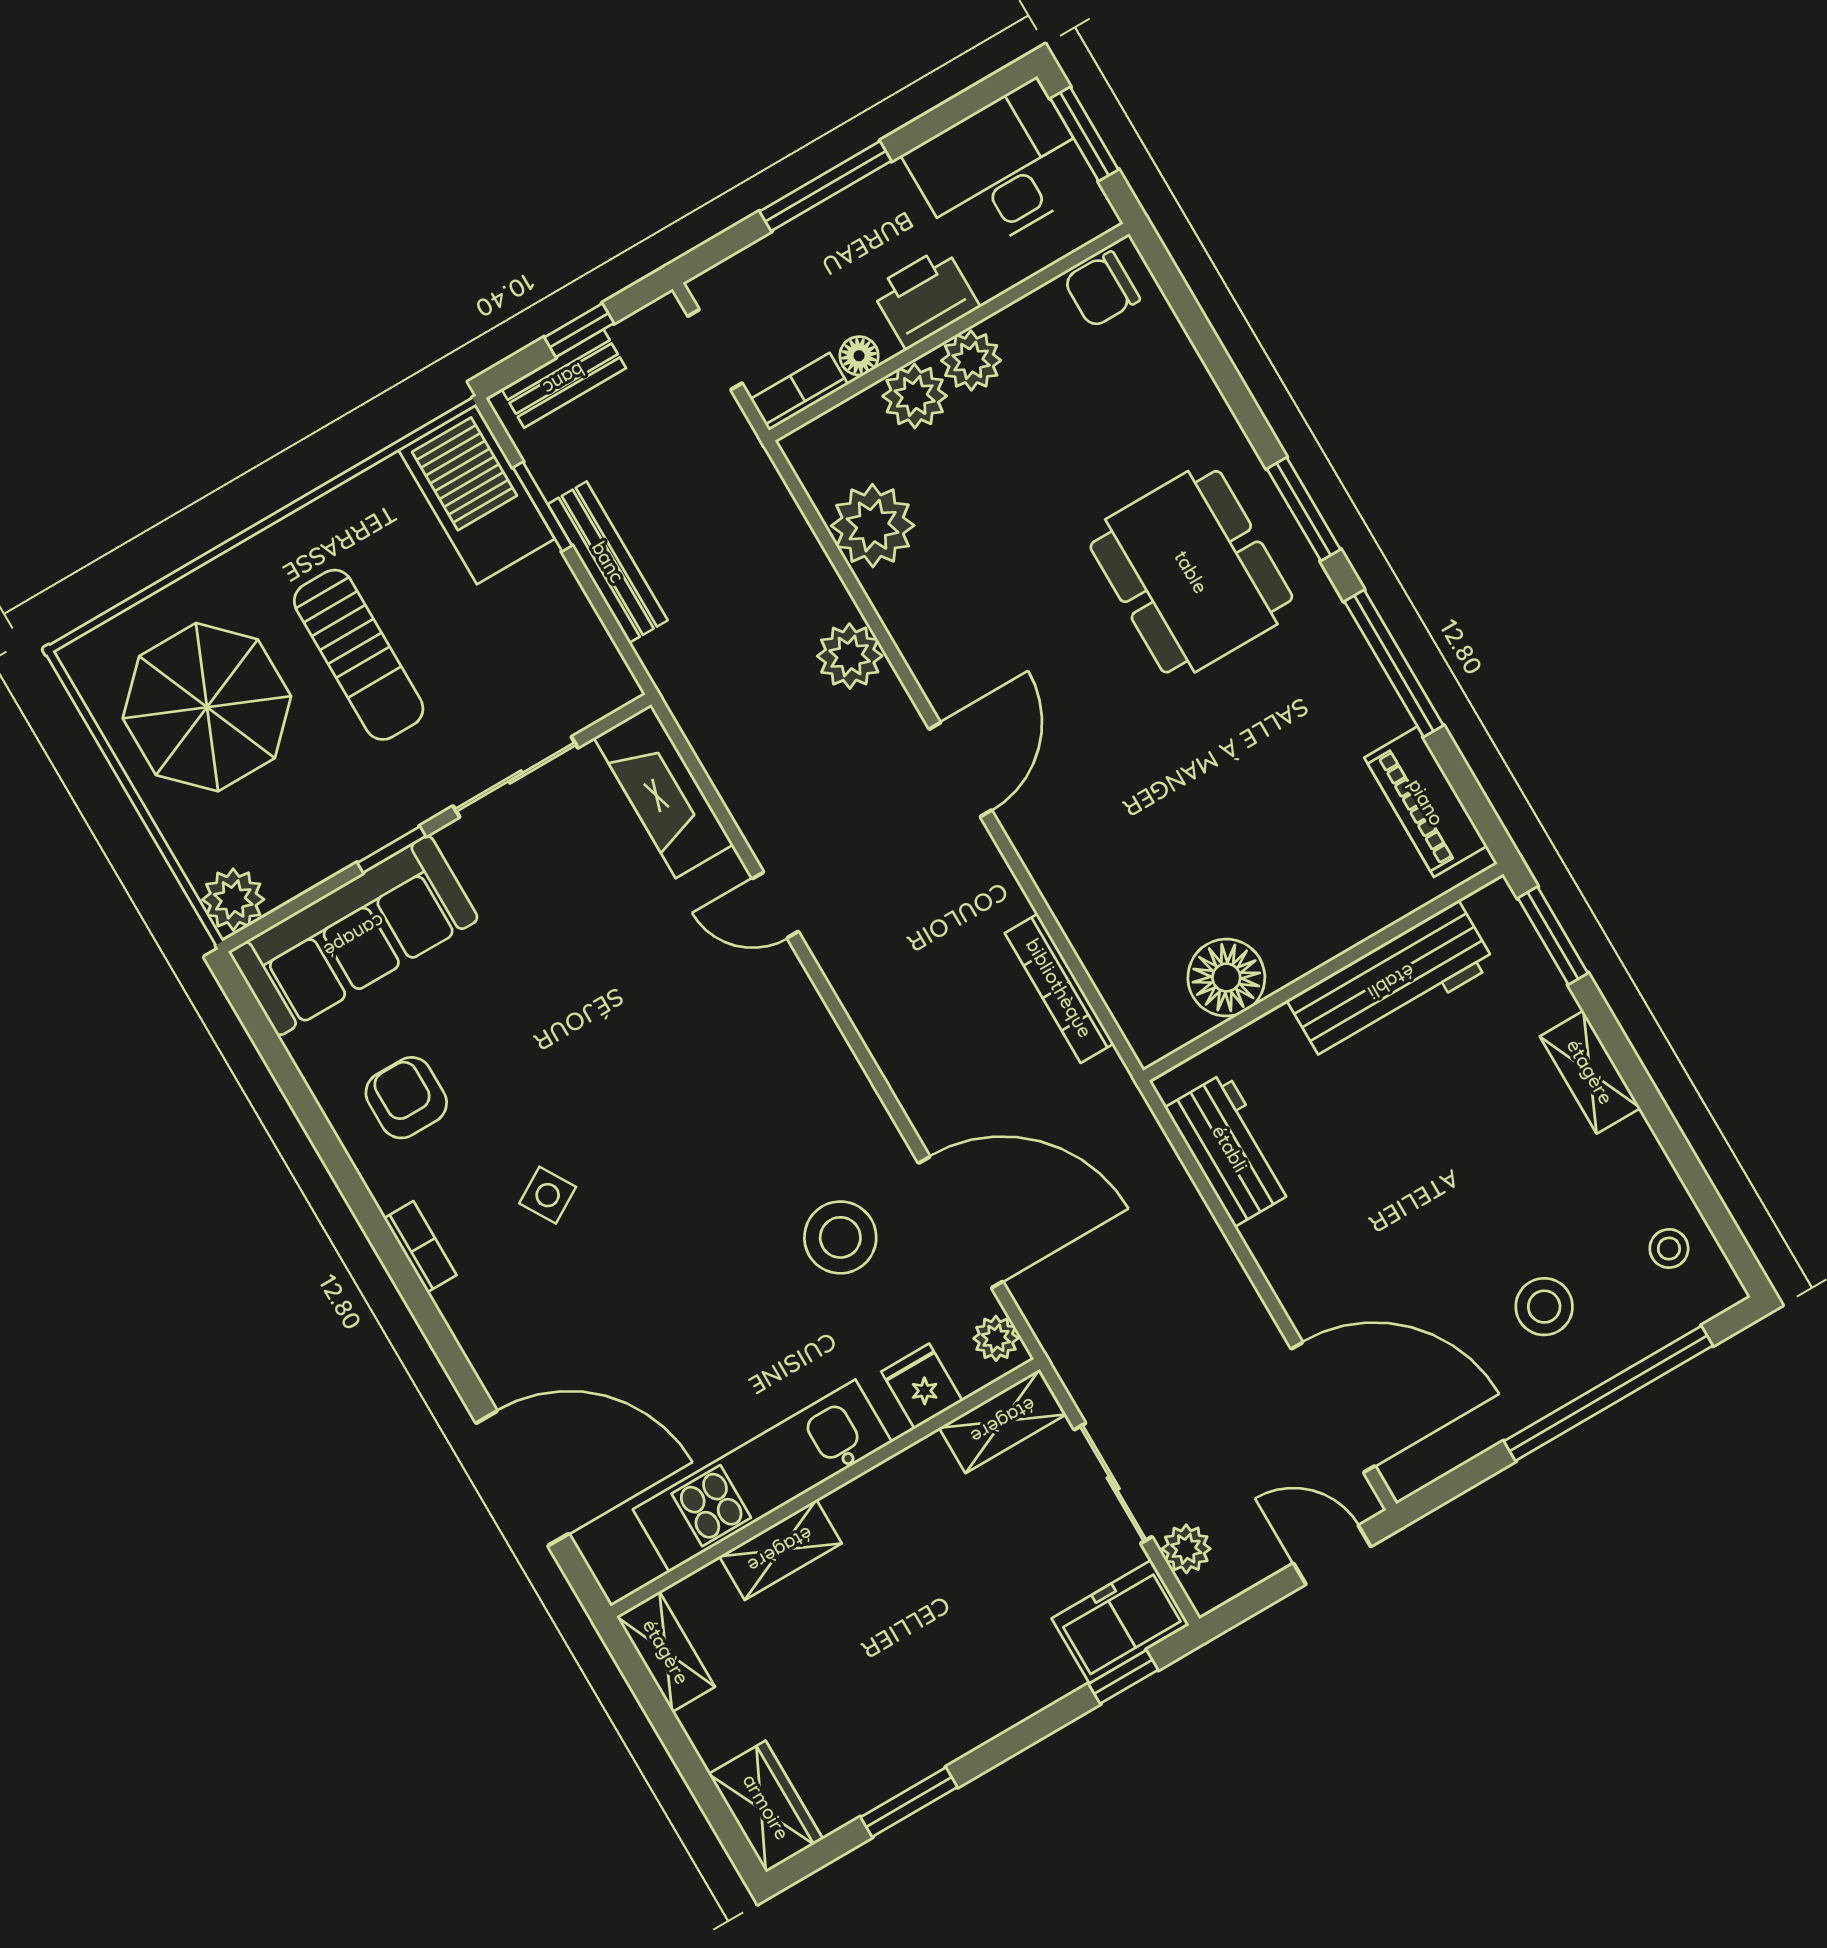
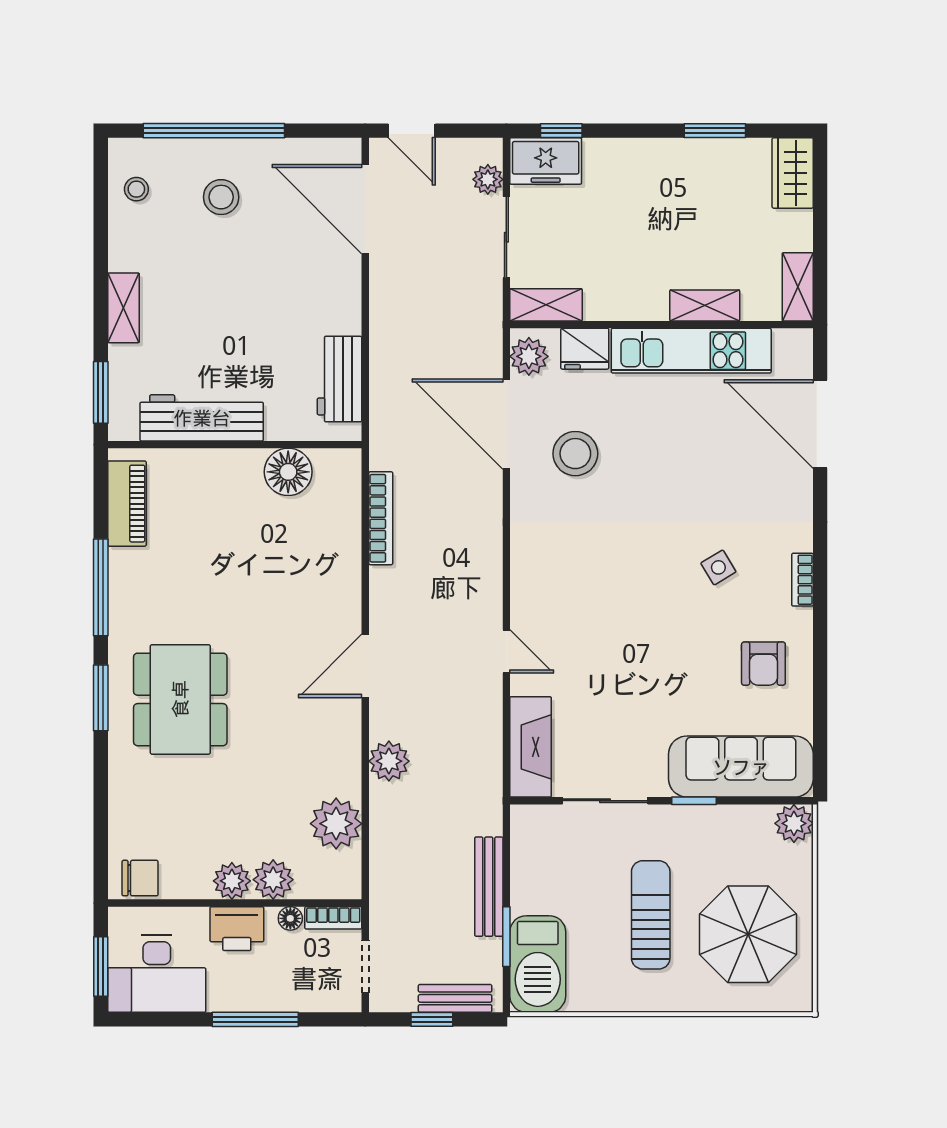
plant: (996, 1338) -> (529, 356), width x1.38, depth x1.38
fridge: (922, 1386) -> (585, 349), width x1.38

